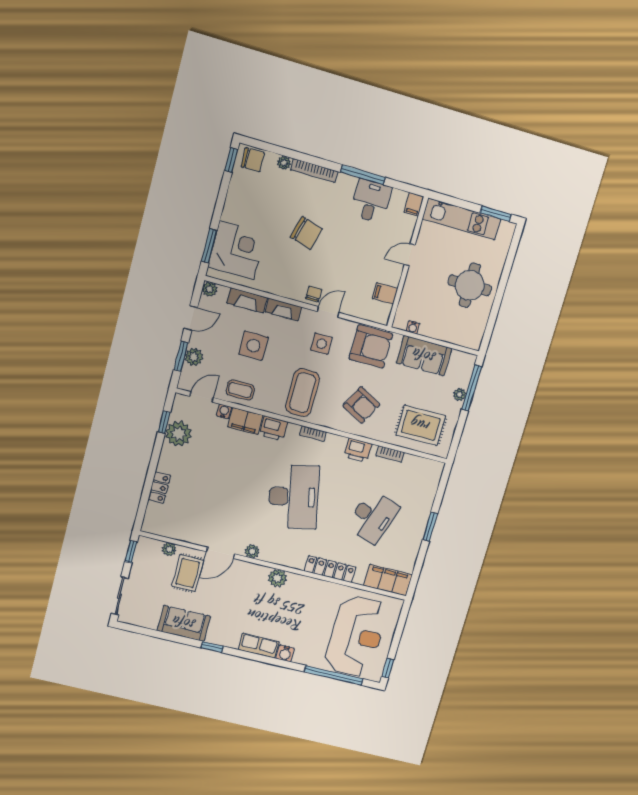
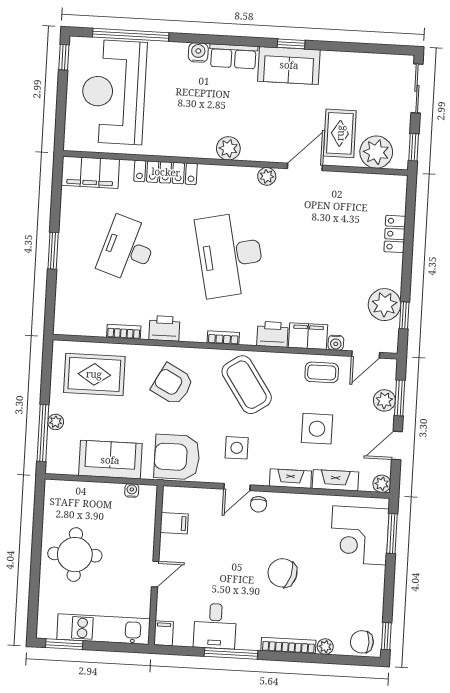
coffee table: (303, 393) -> (247, 385), turned -34
plant: (169, 549) -> (376, 152), width x1.88, depth x1.88
sofa: (184, 623) -> (289, 65), moved

